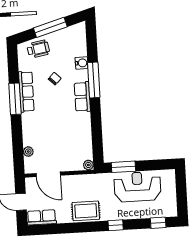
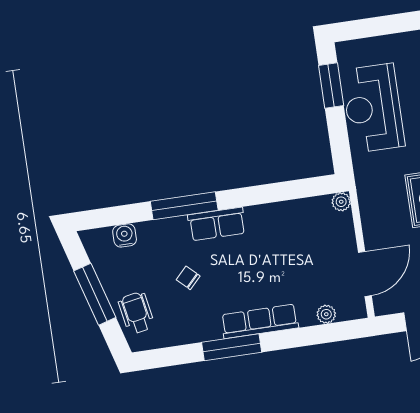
water cooler: (82, 63) -> (125, 235), moved
row of seats: (26, 92) -> (260, 321), moved
window: (123, 167) -> (331, 85), moved

